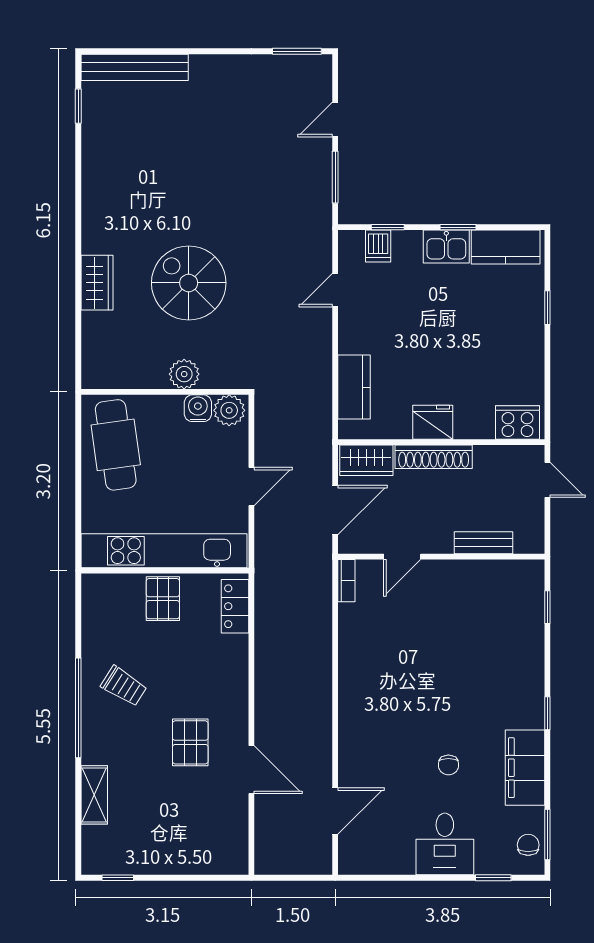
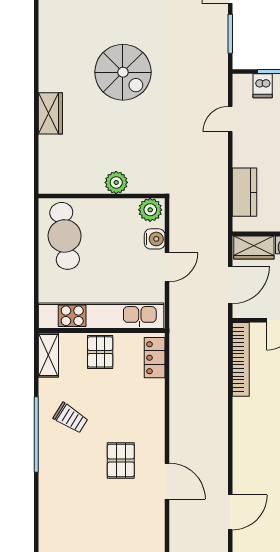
spiral stairs: (189, 283) -> (123, 72), moved, turned 180
water cooler: (198, 408) -> (155, 239), moved, turned 90
bookcase: (346, 581) -> (241, 359), width x2.31, depth x1.31
shelving: (94, 795) -> (48, 355), moved

